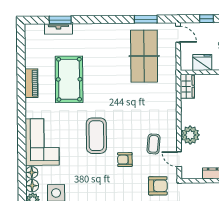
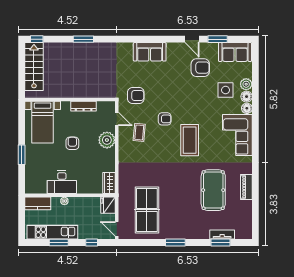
window: (146, 19) -> (175, 243), moved
fridge: (202, 62) -> (108, 205), moved, turned 90
armchair: (158, 186) -> (136, 95), turned 180

